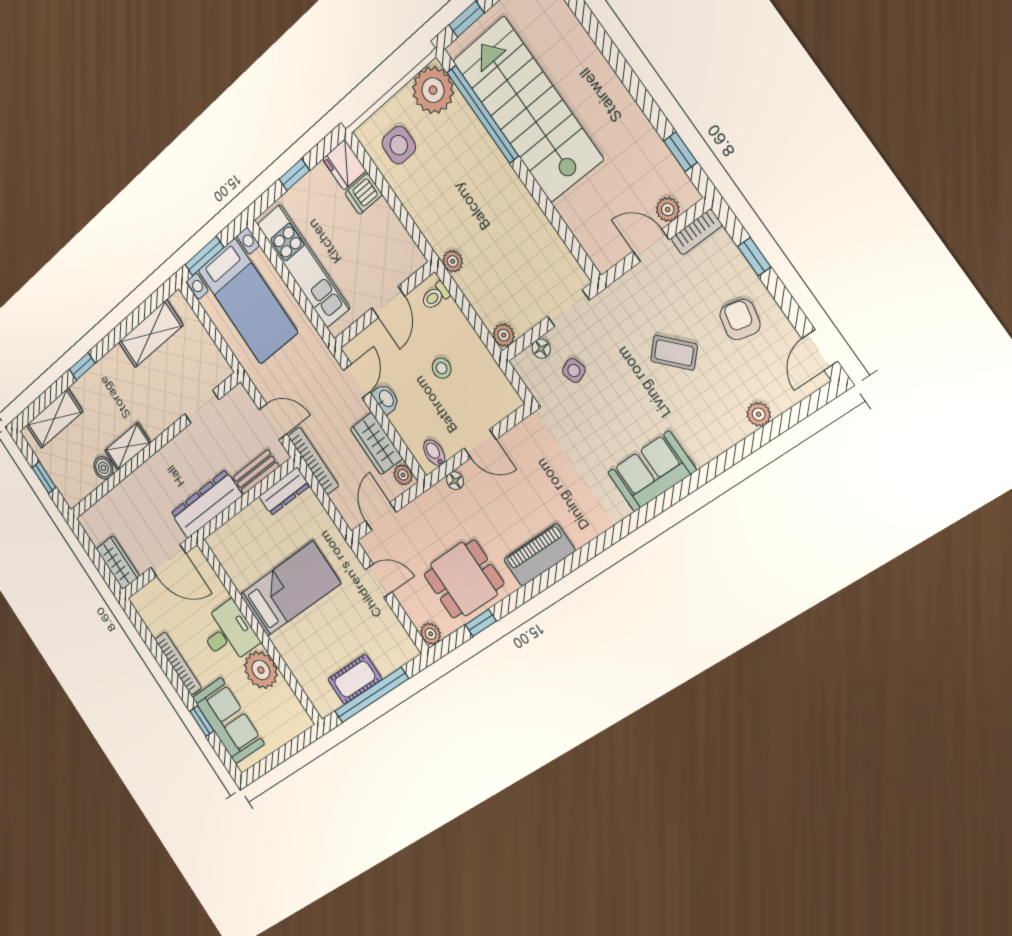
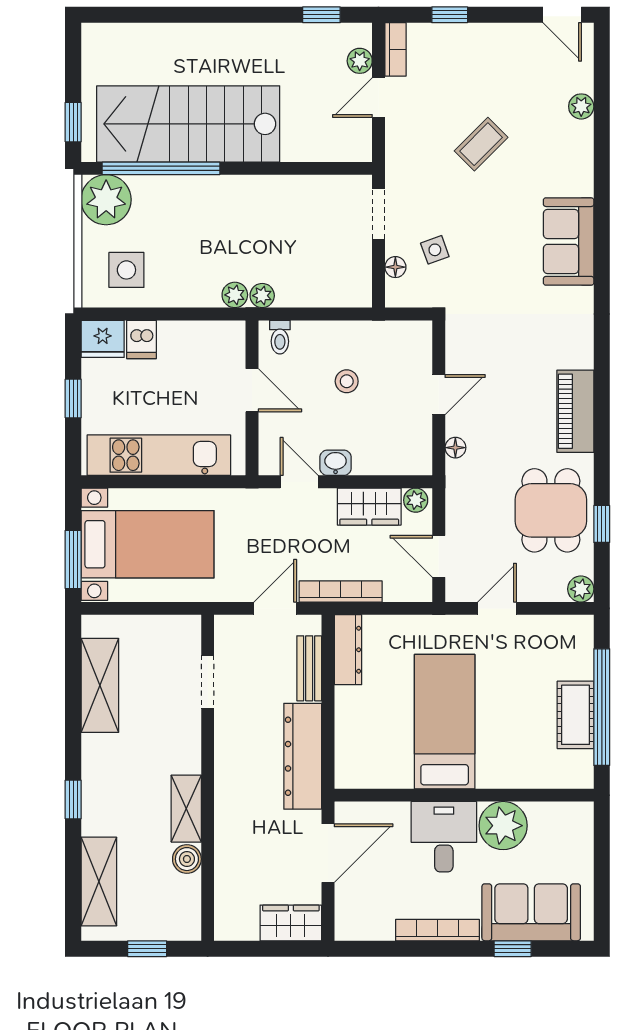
armchair: (740, 320) -> (492, 65), removed
plant: (504, 335) -> (235, 295), moved
bidet: (434, 453) -> (416, 450), removed

